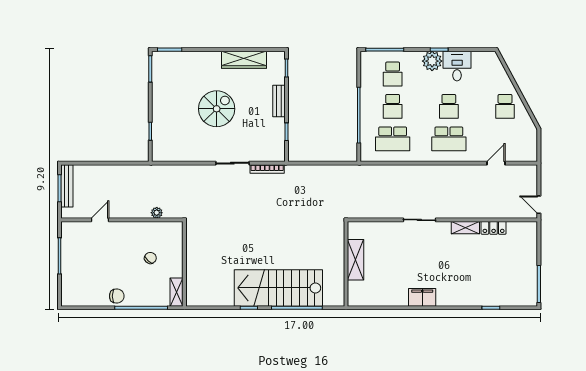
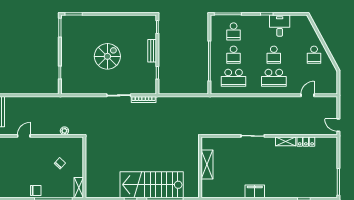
wardrobe: (244, 60) -> (127, 21), removed
plant: (432, 61) -> (262, 22), removed

